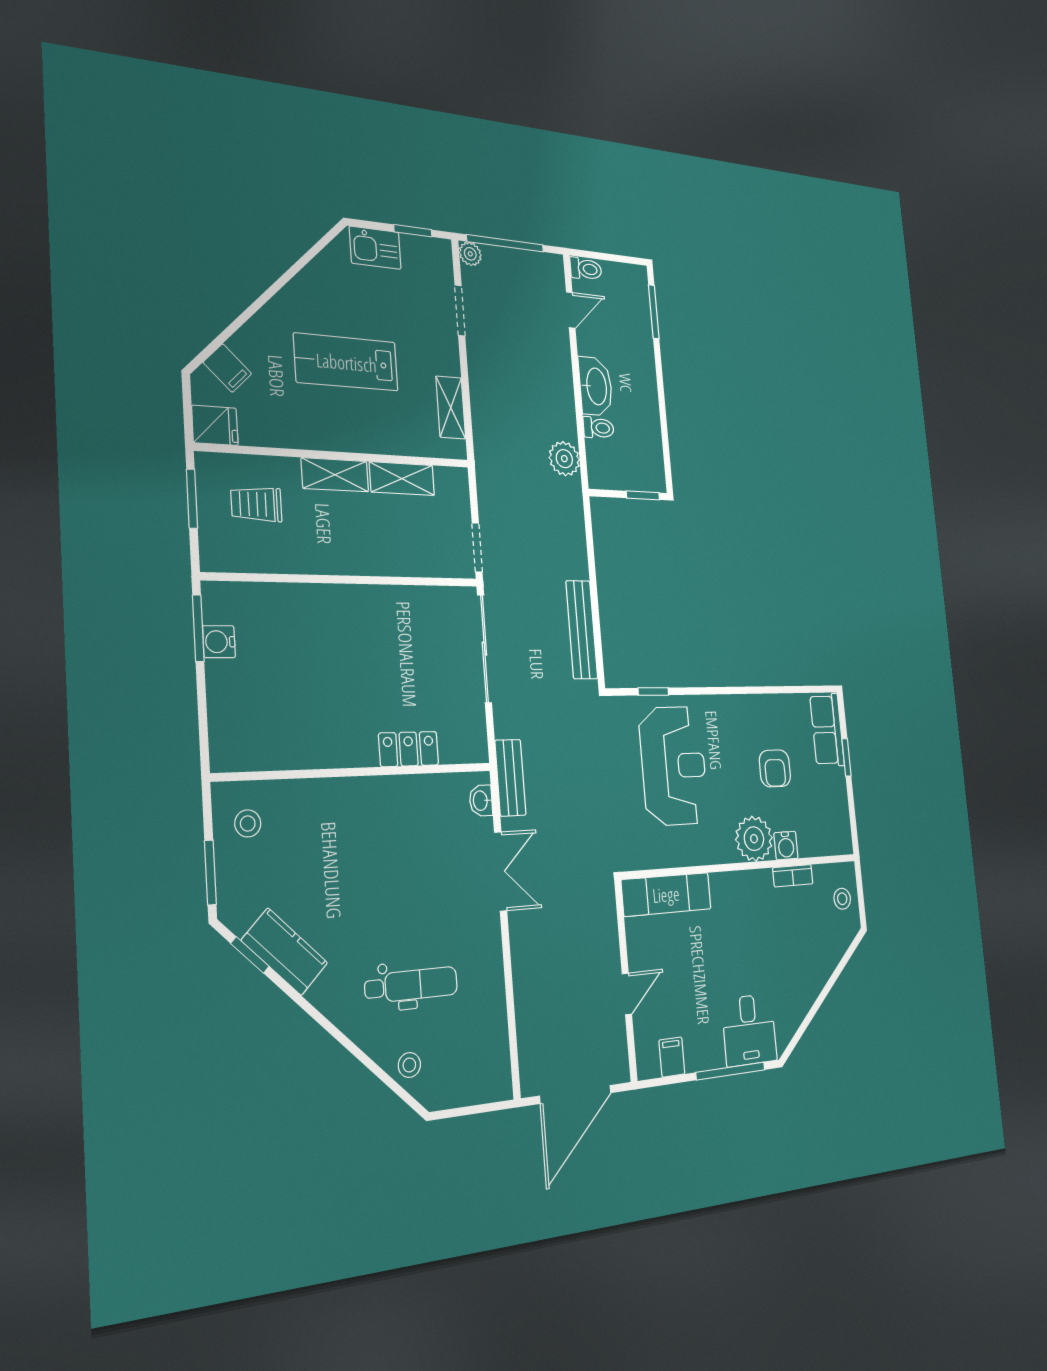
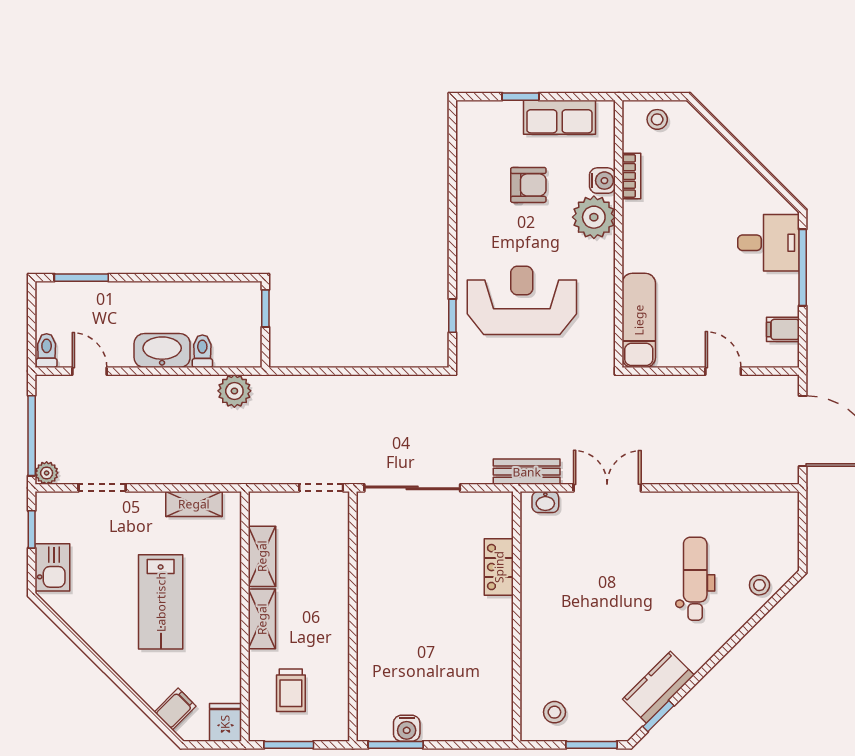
bench: (582, 630) -> (395, 387), removed
row of seats: (827, 730) -> (559, 117), moved

